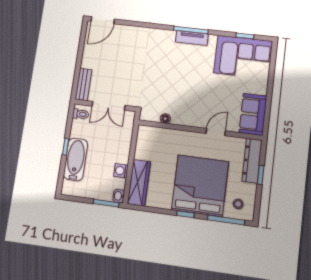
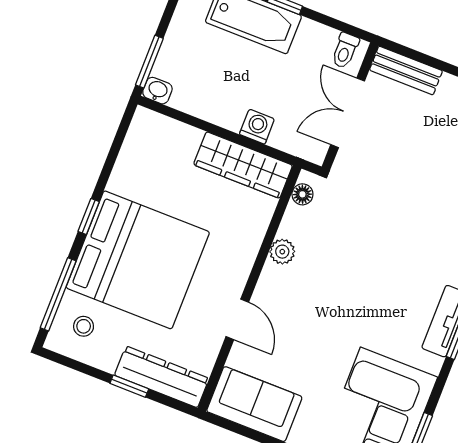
floor lamp: (165, 119) -> (302, 194), moved
plant: (179, 119) -> (282, 252), added
washing machine: (121, 171) -> (257, 127), moved
wardrobe: (139, 183) -> (243, 165), moved

